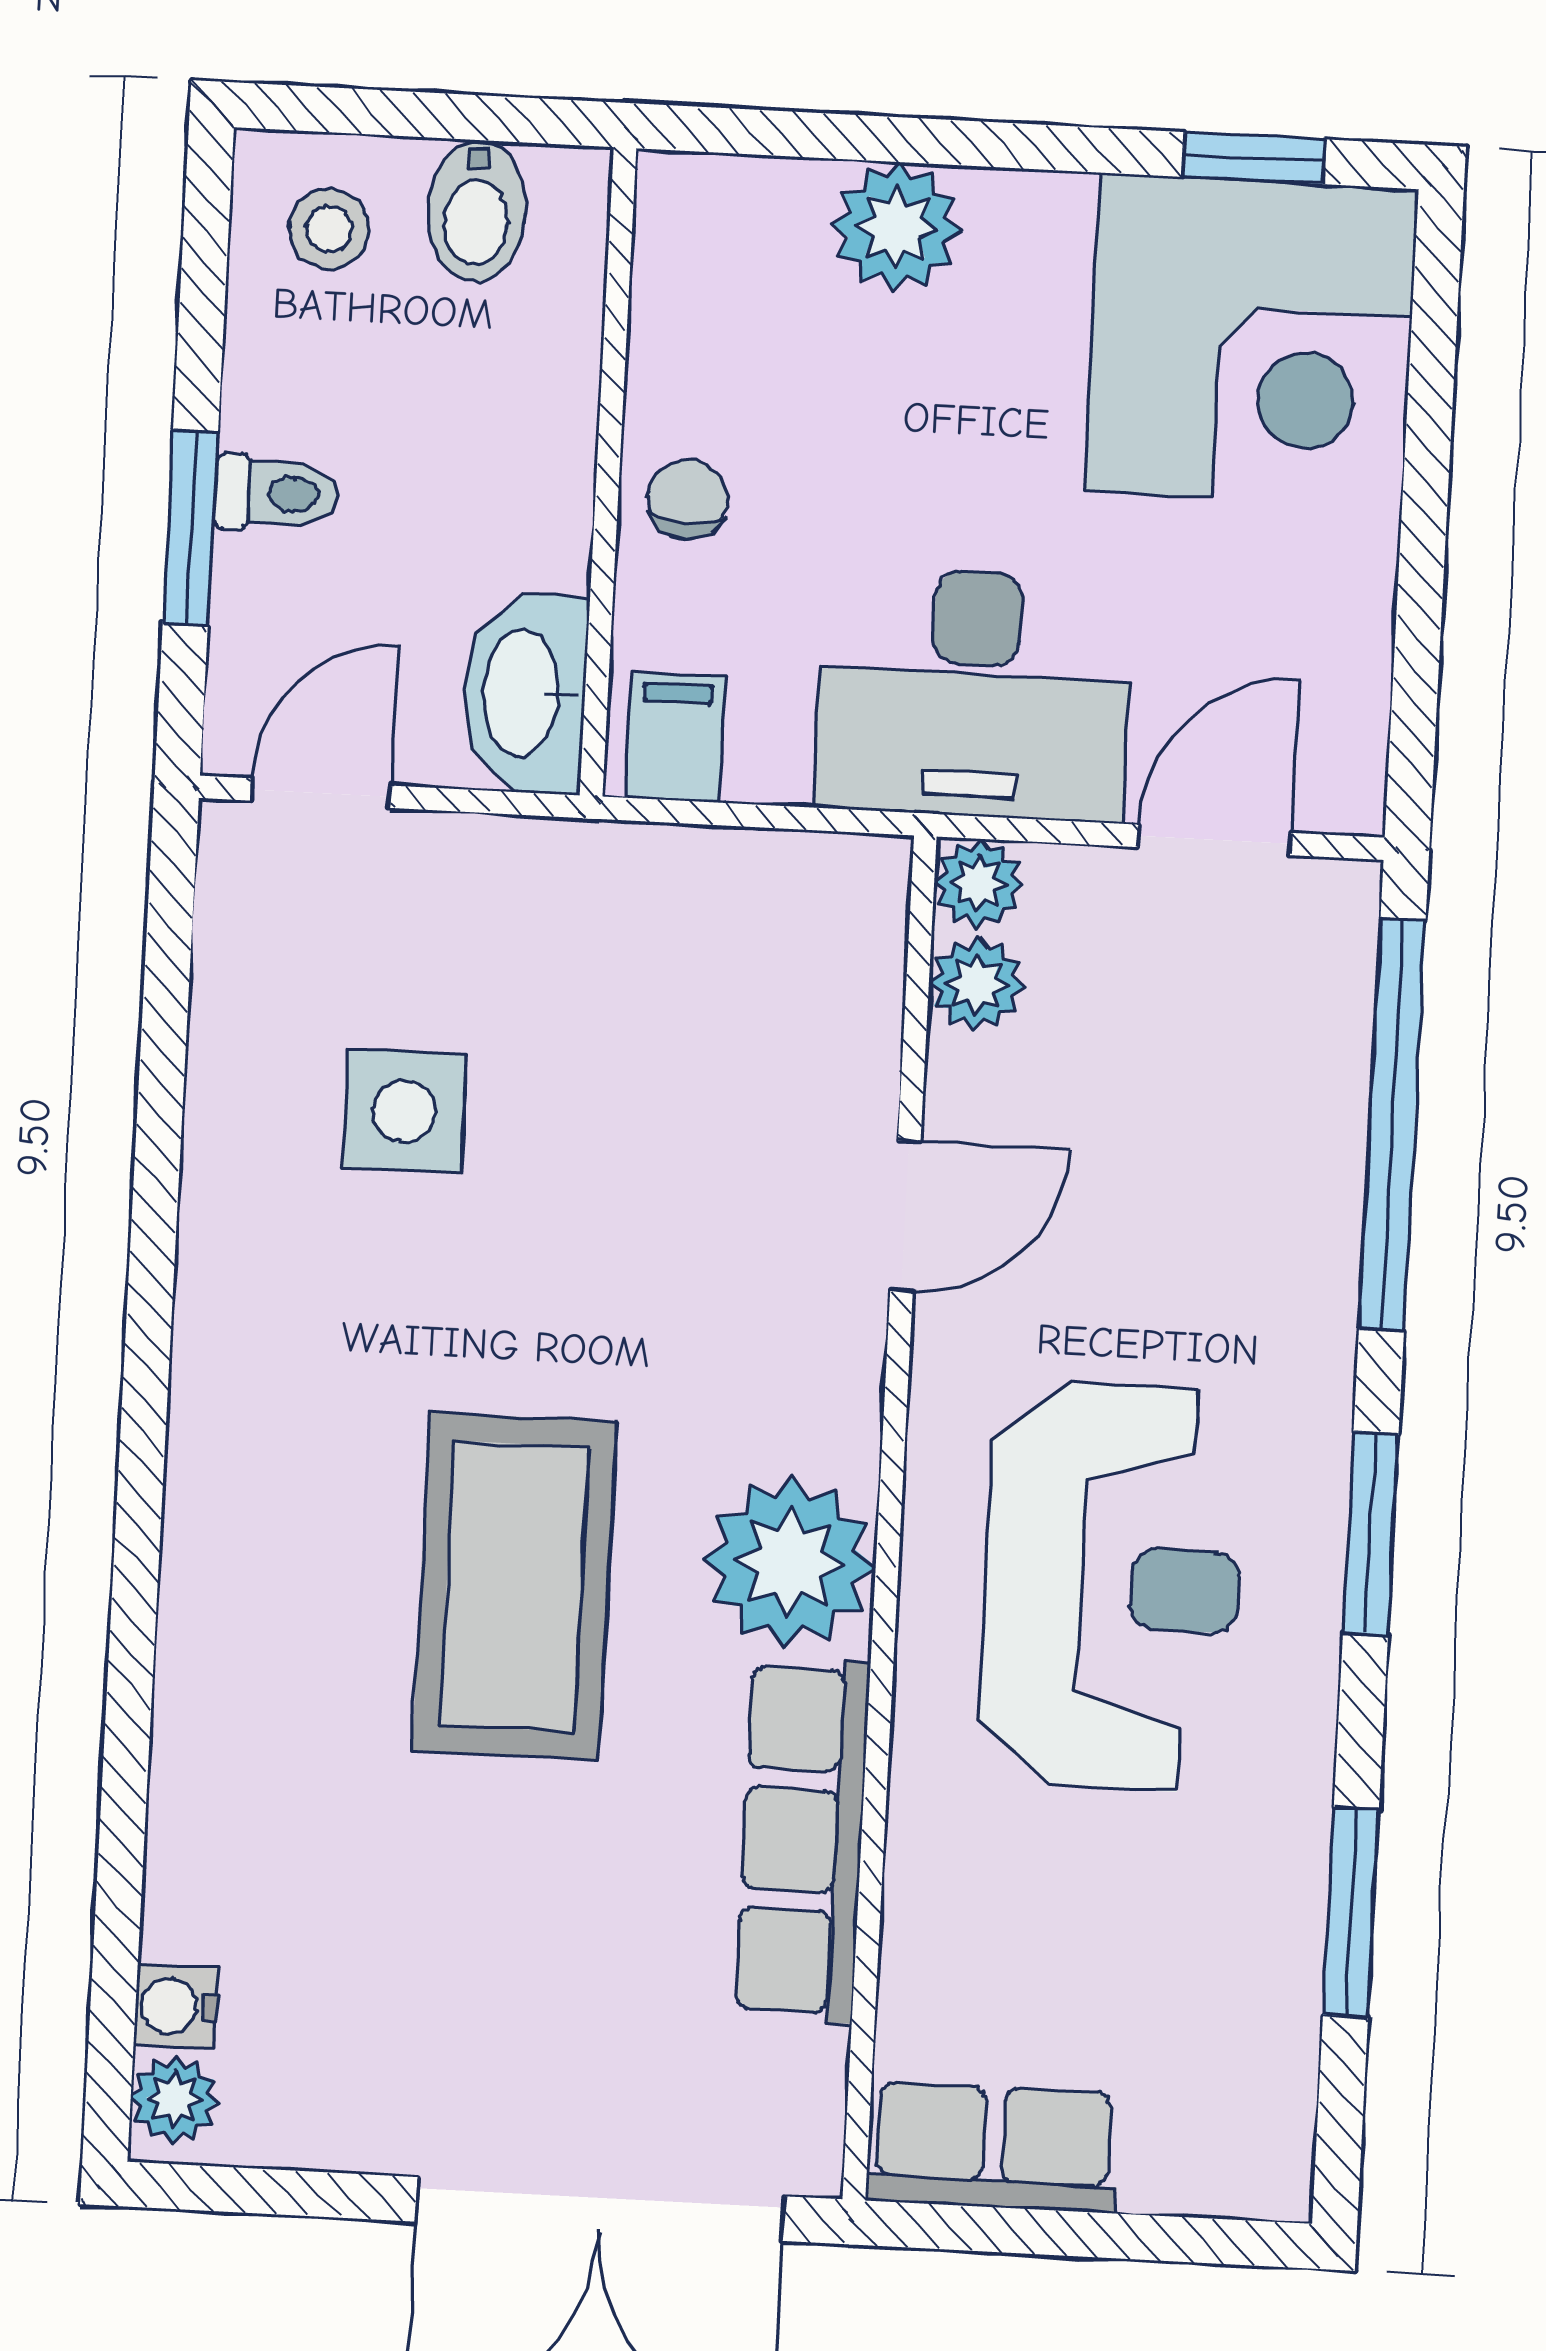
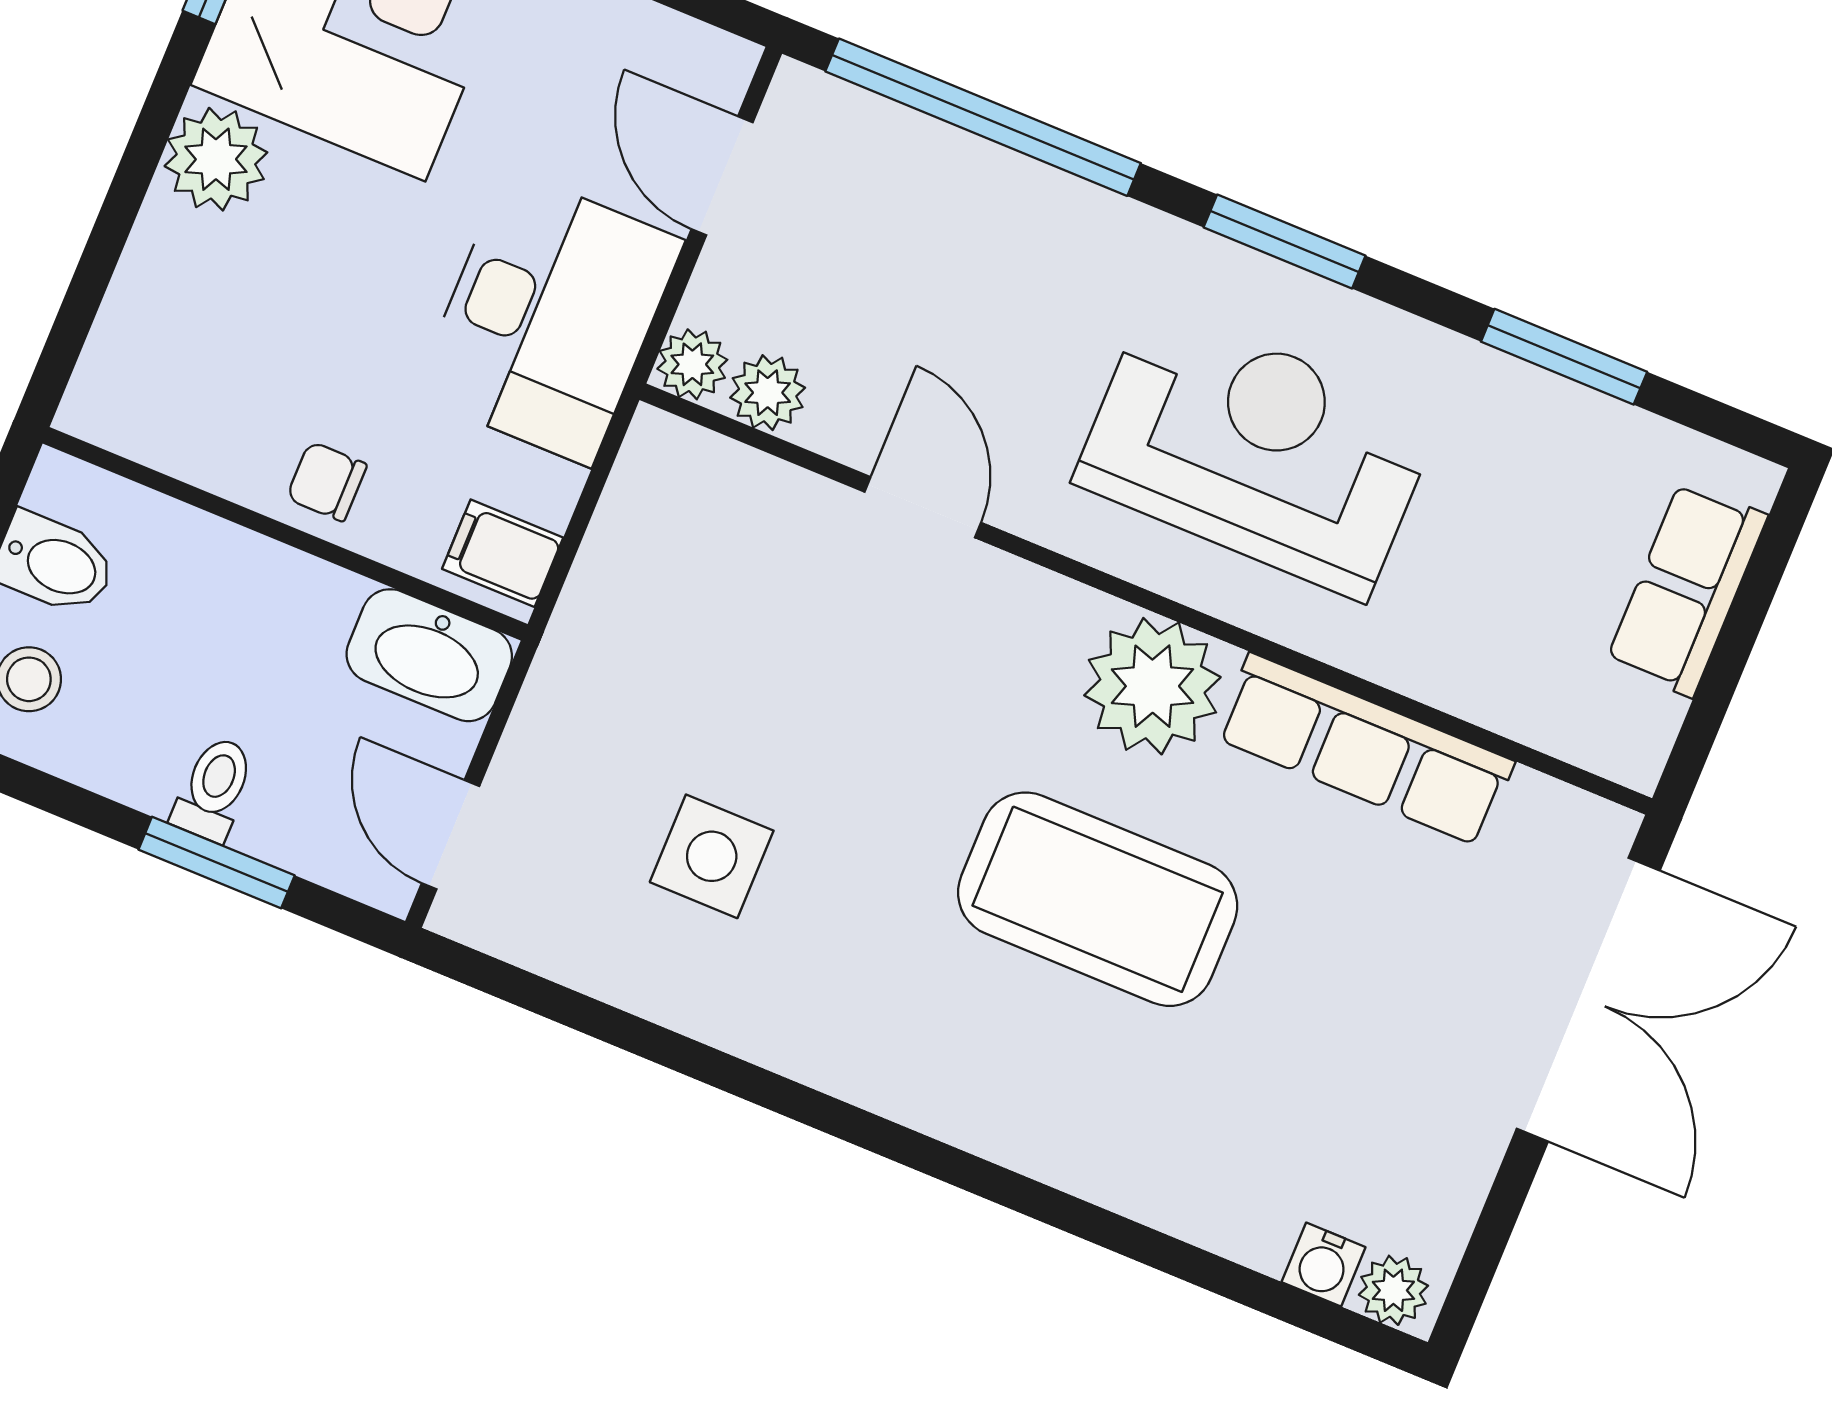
plant: (897, 227) -> (216, 159), moved
row of seats: (993, 2147) -> (1687, 589), moved

